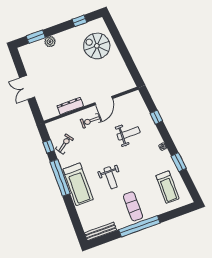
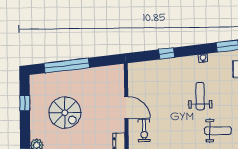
window: (120, 43) -> (67, 66), added
spiral stairs: (97, 46) -> (65, 113), moved, turned -90
weight bench: (129, 133) -> (200, 96), moved

